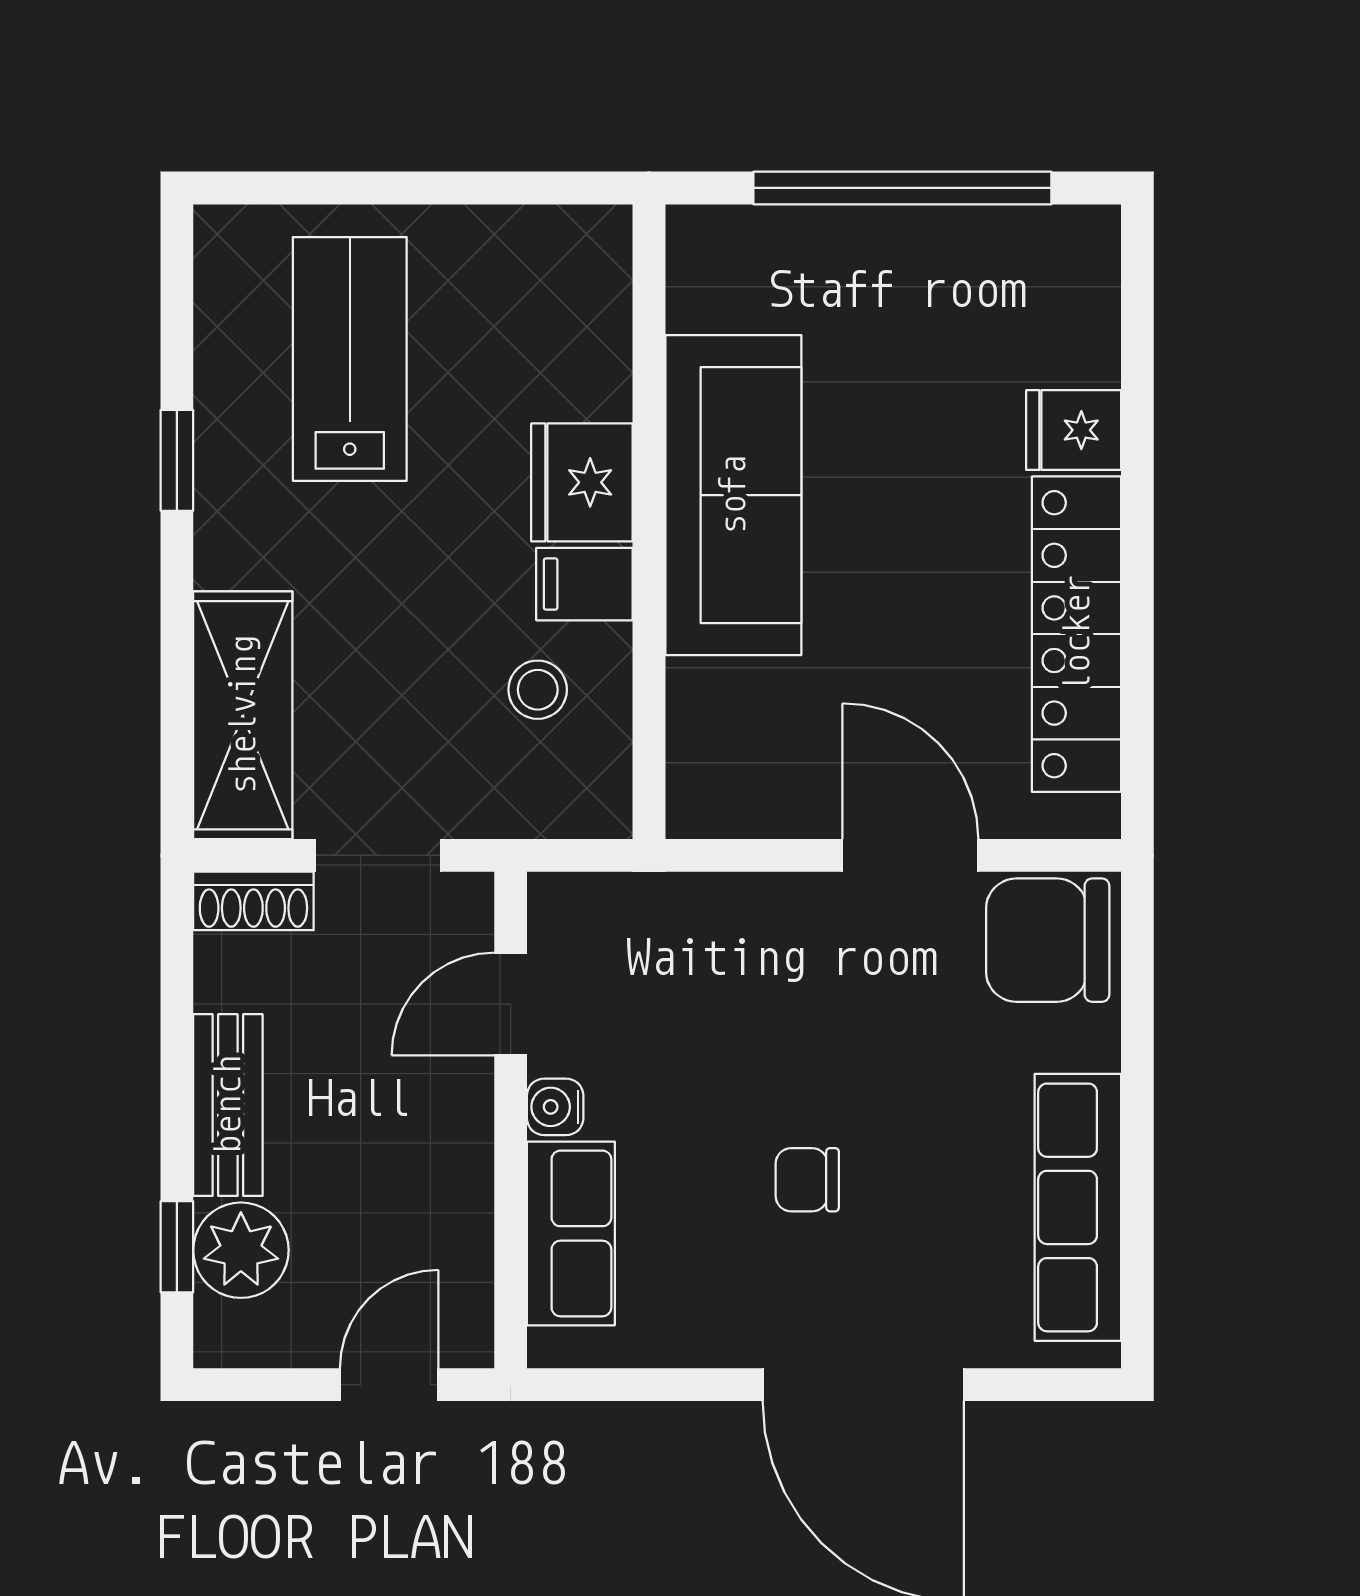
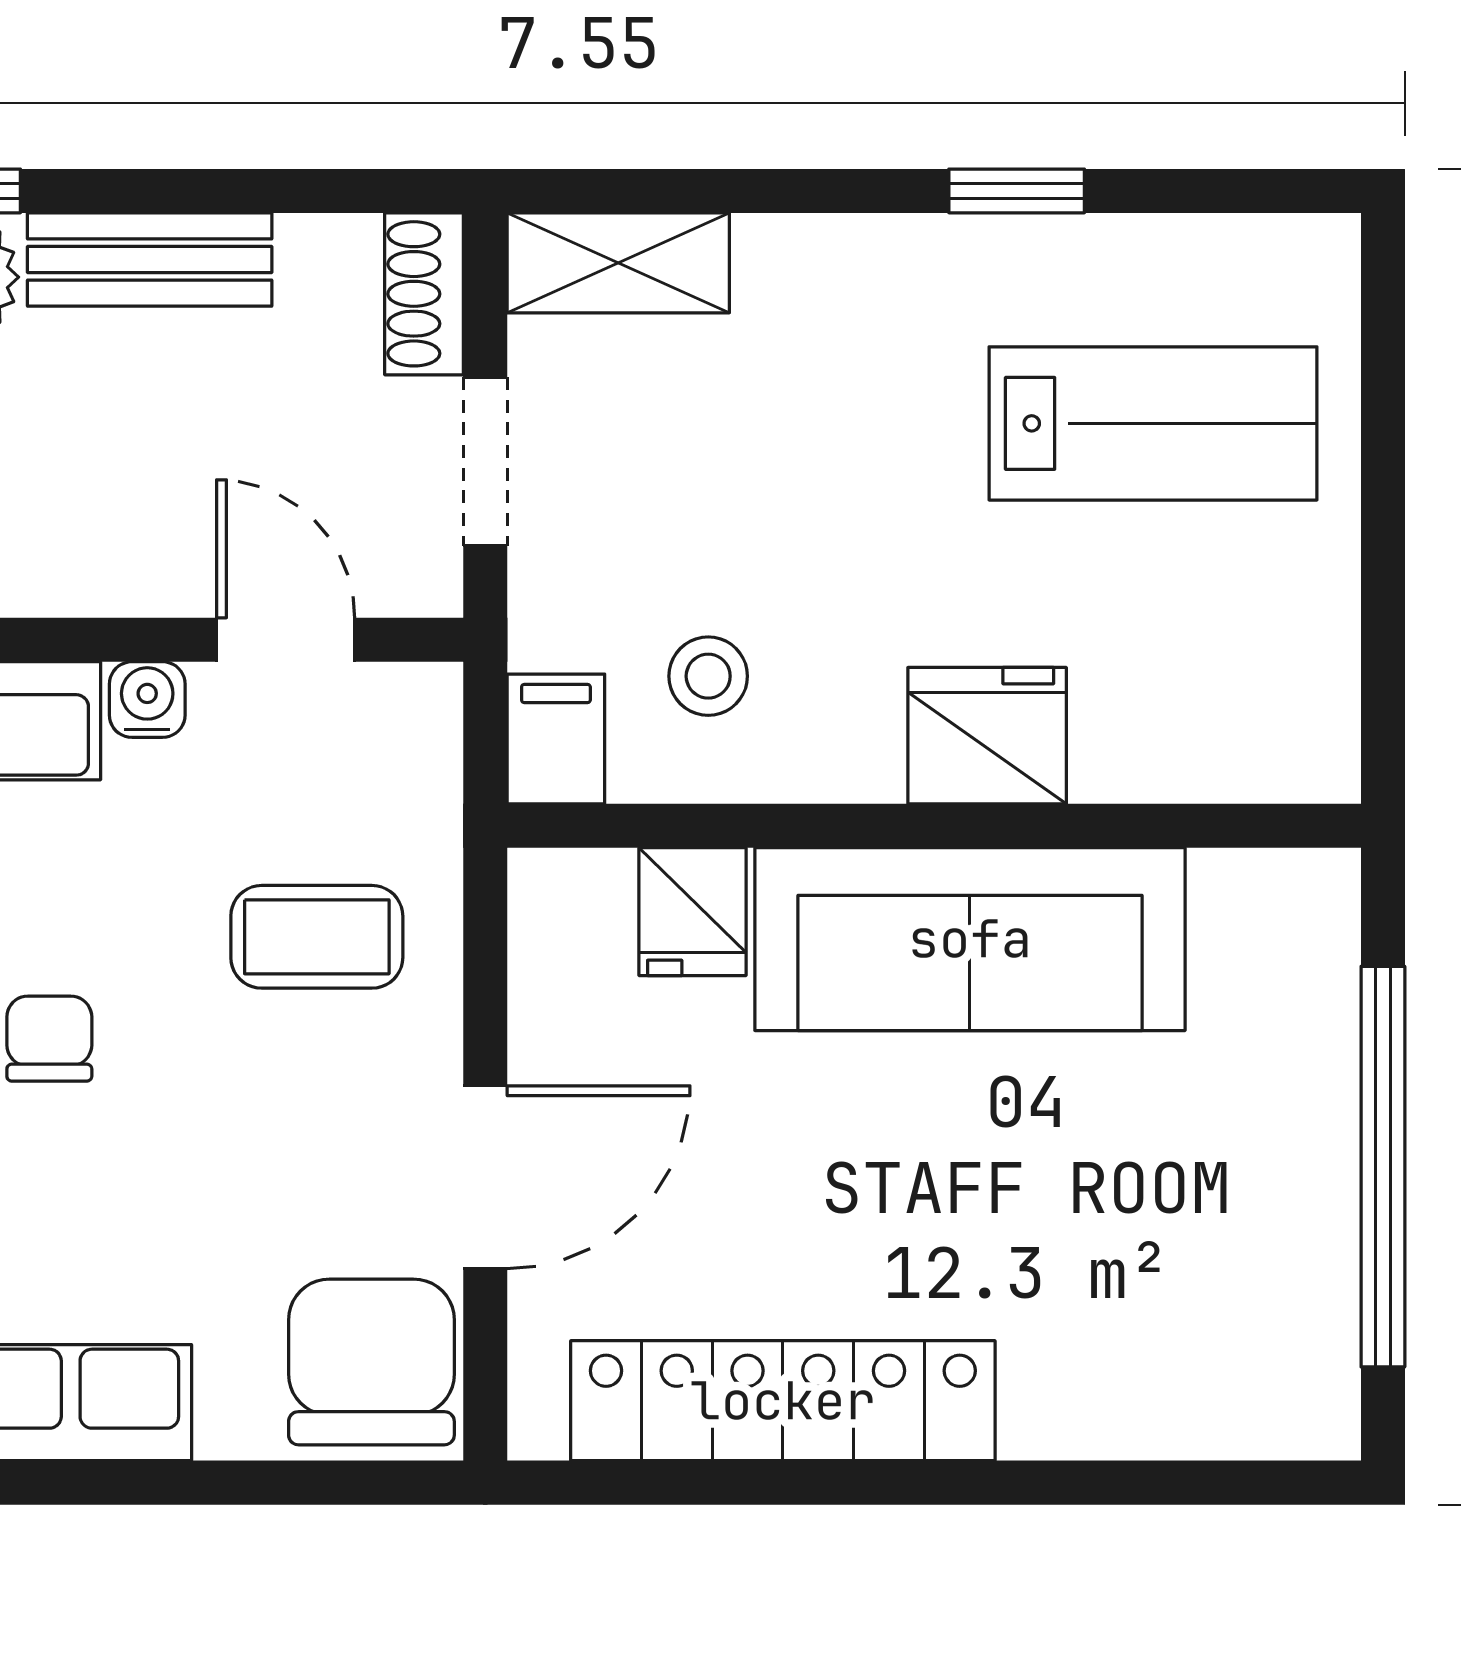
fridge: (1074, 430) -> (693, 912), moved, turned 180
filing cabinet: (584, 584) -> (556, 739), moved
shelving: (243, 715) -> (618, 263), width x0.67, depth x0.75
coffee table: (732, 981) -> (317, 937), added

